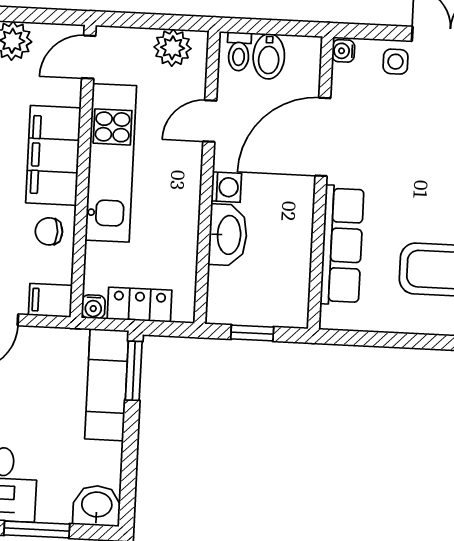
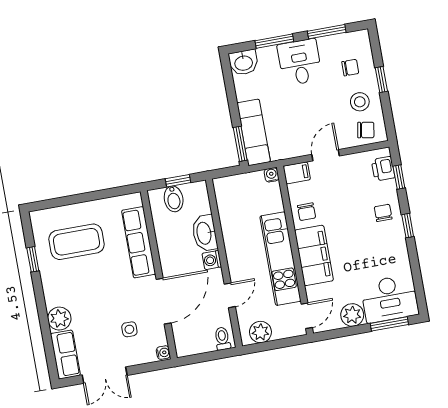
bidet: (269, 56) -> (174, 199), moved, turned 180
side table: (396, 62) -> (129, 329), moved
chair: (49, 231) -> (307, 212), turned 90
locker: (140, 305) -> (246, 182), removed

